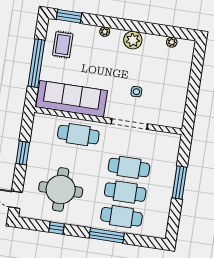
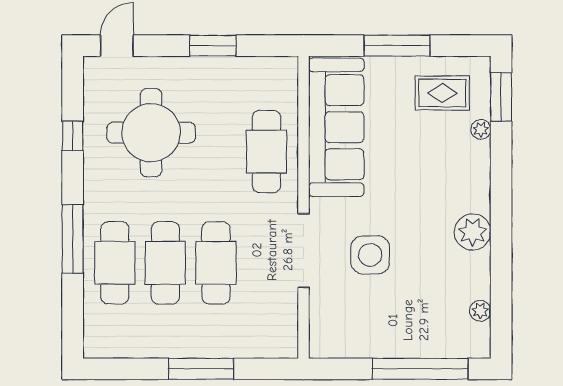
plant: (105, 32) -> (481, 129), moved
window: (36, 63) -> (397, 46), width x0.68
window: (196, 76) -> (420, 369), added
side table: (136, 92) -> (370, 255), width x1.87, depth x1.87

